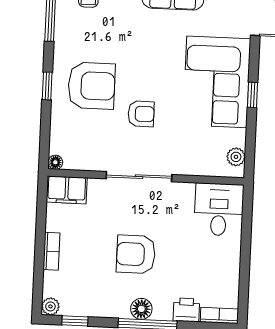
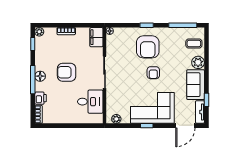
armchair: (141, 114) -> (153, 73), moved
desk: (219, 209) -> (90, 102), moved
armchair: (136, 254) -> (67, 72), turned -90

